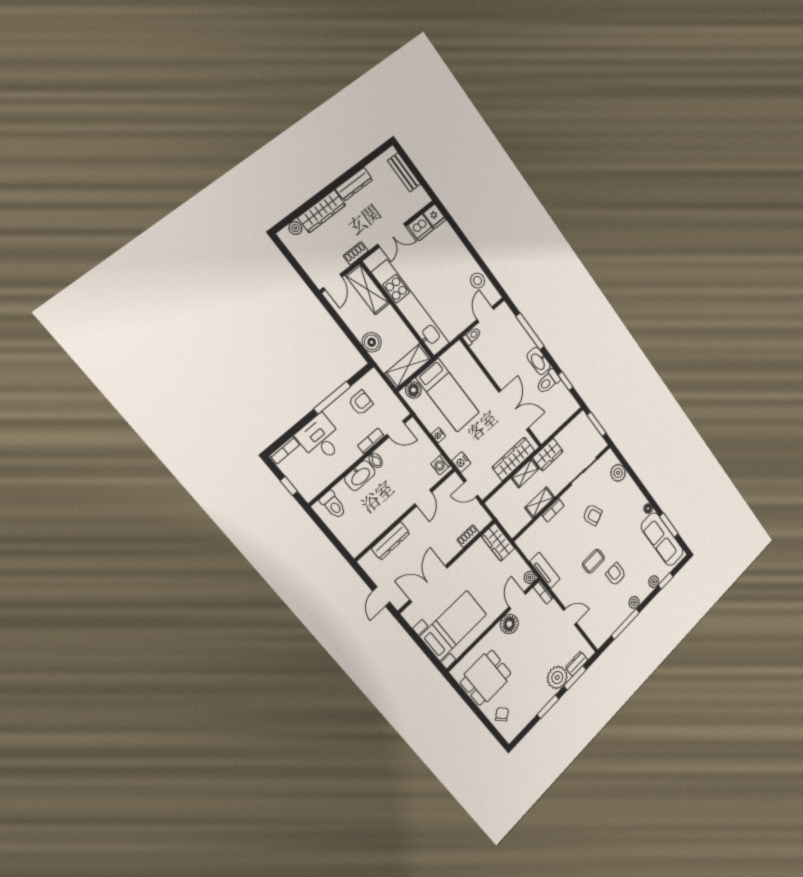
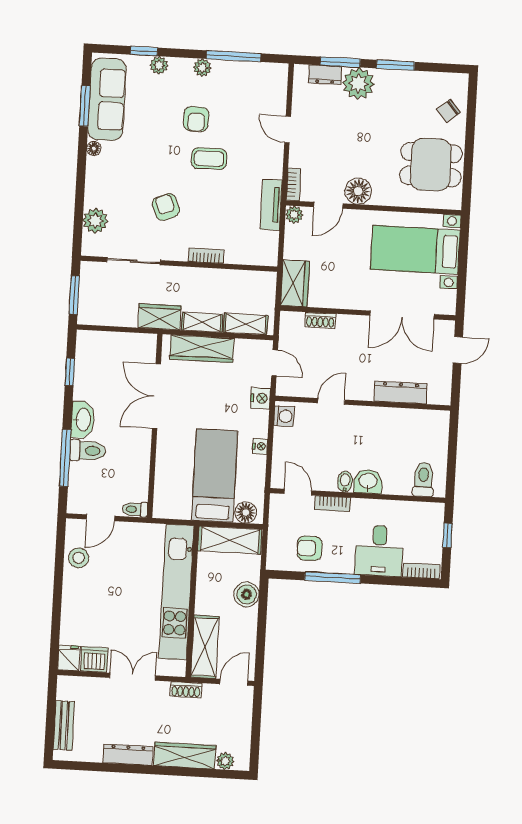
toilet: (548, 382) -> (88, 451), moved
washbasin: (360, 476) -> (368, 482), width x0.72
shelving: (540, 502) -> (246, 324), moved

